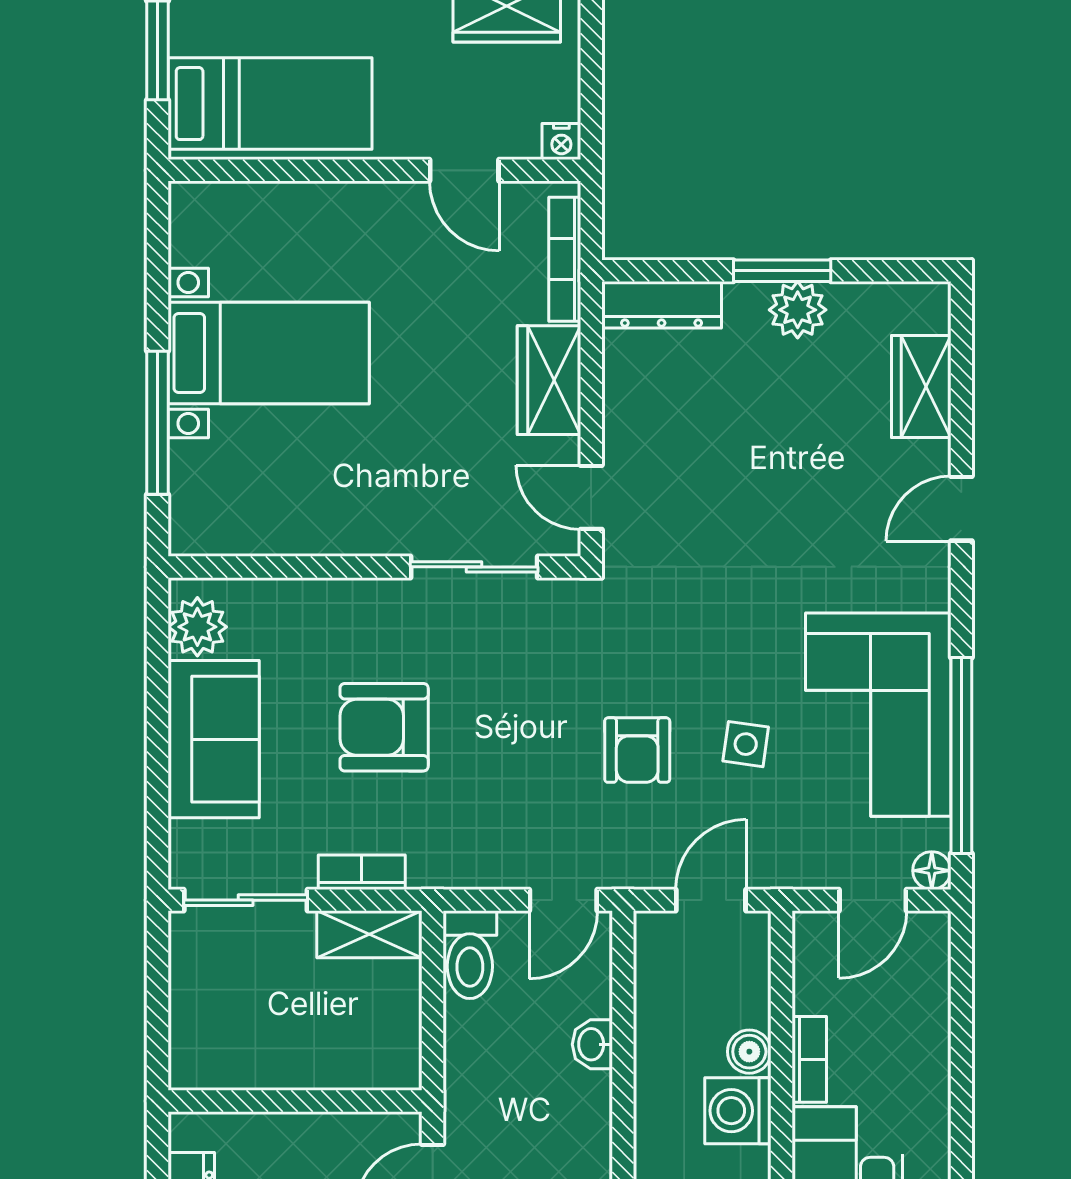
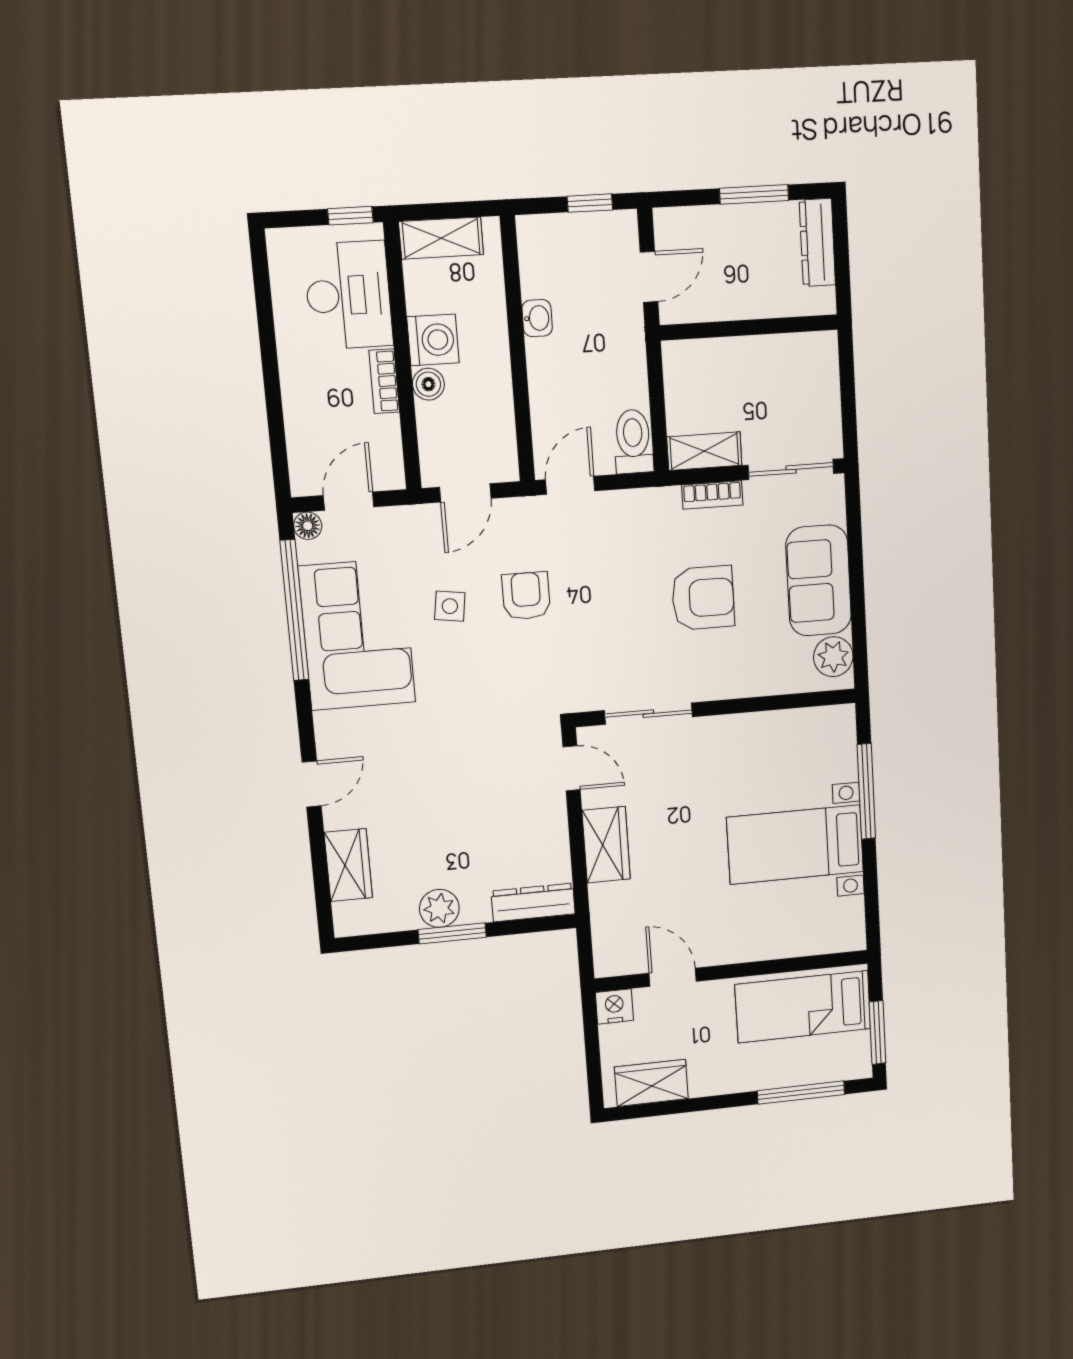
nightstand: (561, 142) -> (614, 1006), width x1.39, depth x1.35
bookcase: (565, 259) -> (601, 926), removed
washbasin: (592, 1044) -> (537, 318), moved

